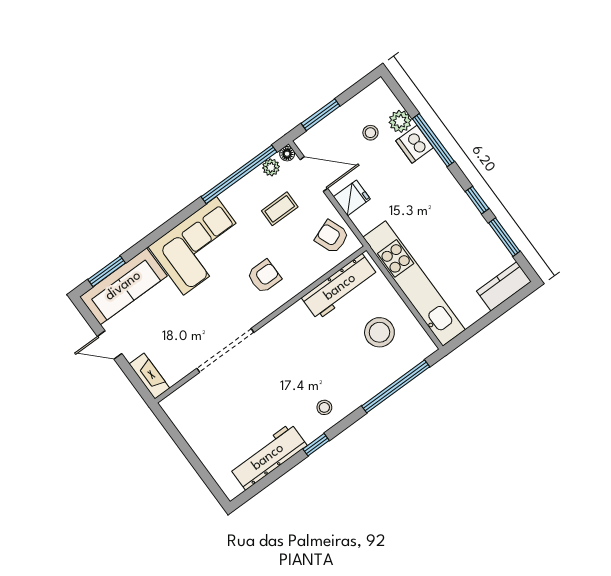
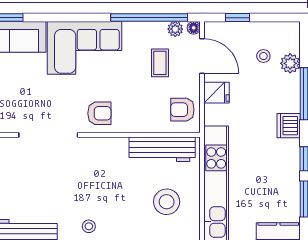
window: (321, 115) -> (237, 18), width x0.67
dishwasher: (415, 144) -> (289, 126), moved
coffee table: (280, 209) -> (160, 63), turned 90
armchair: (332, 237) -> (182, 110), turned -69
armchair: (264, 276) -> (99, 113), moved

